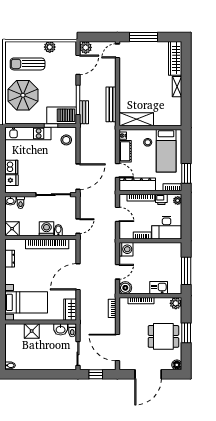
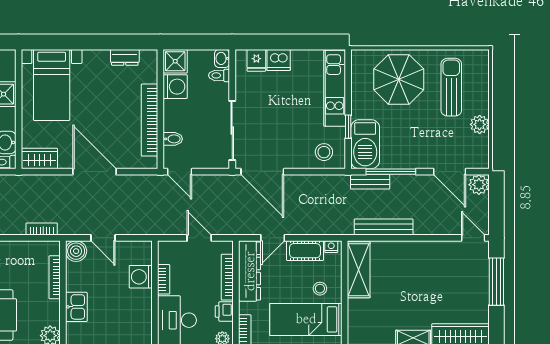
door: (117, 214) -> (199, 238), swing flipped
washing machine: (46, 229) -> (175, 87), moved
washing machine: (126, 249) -> (141, 277), moved, turned 90

